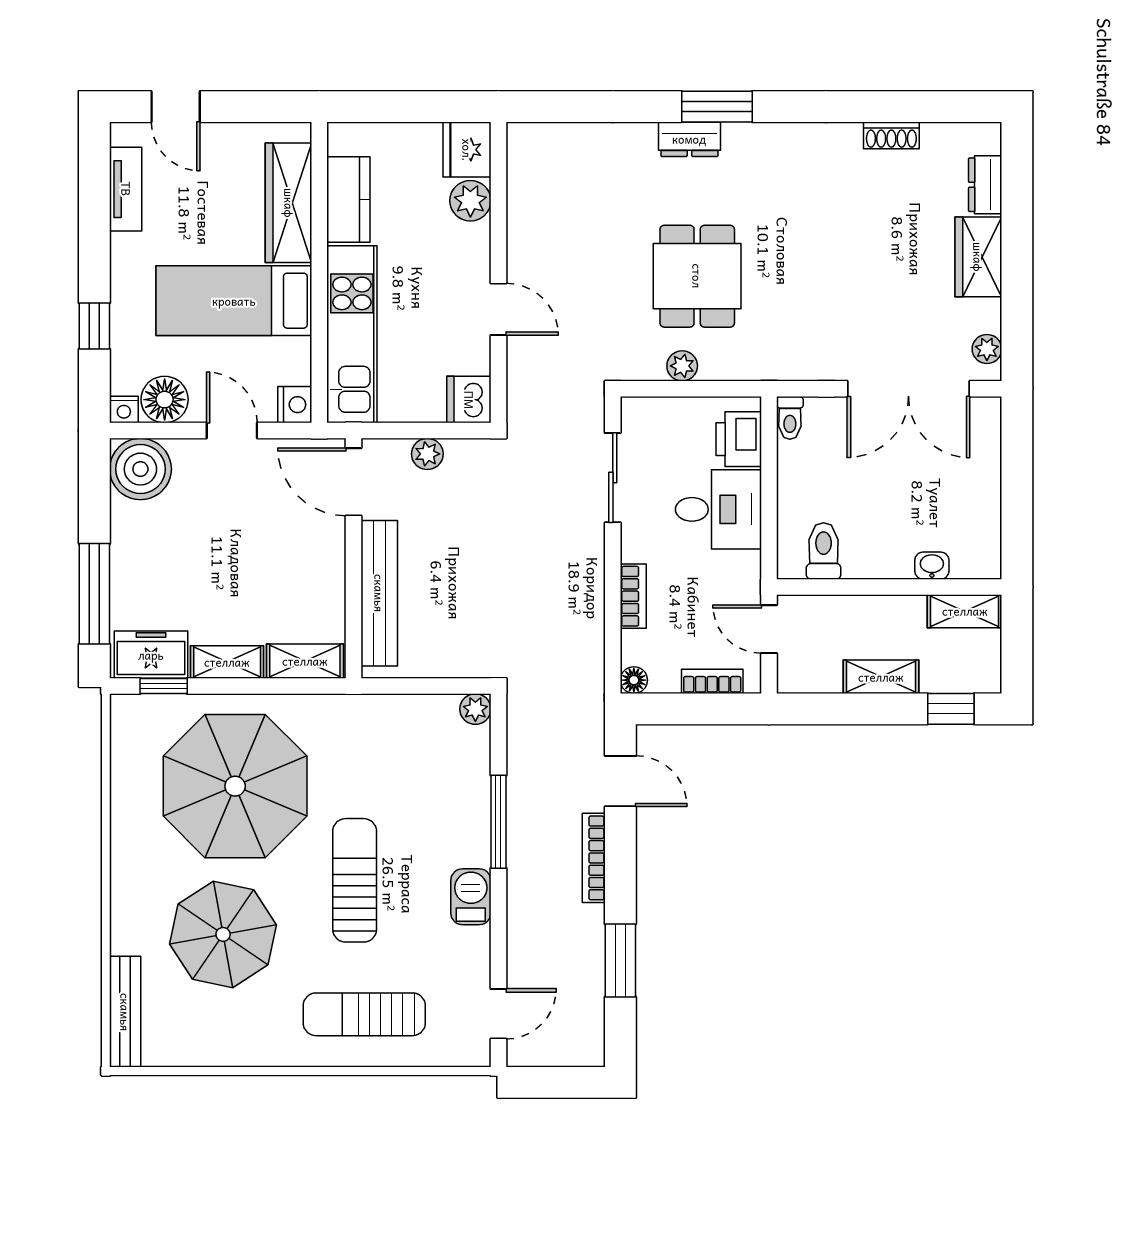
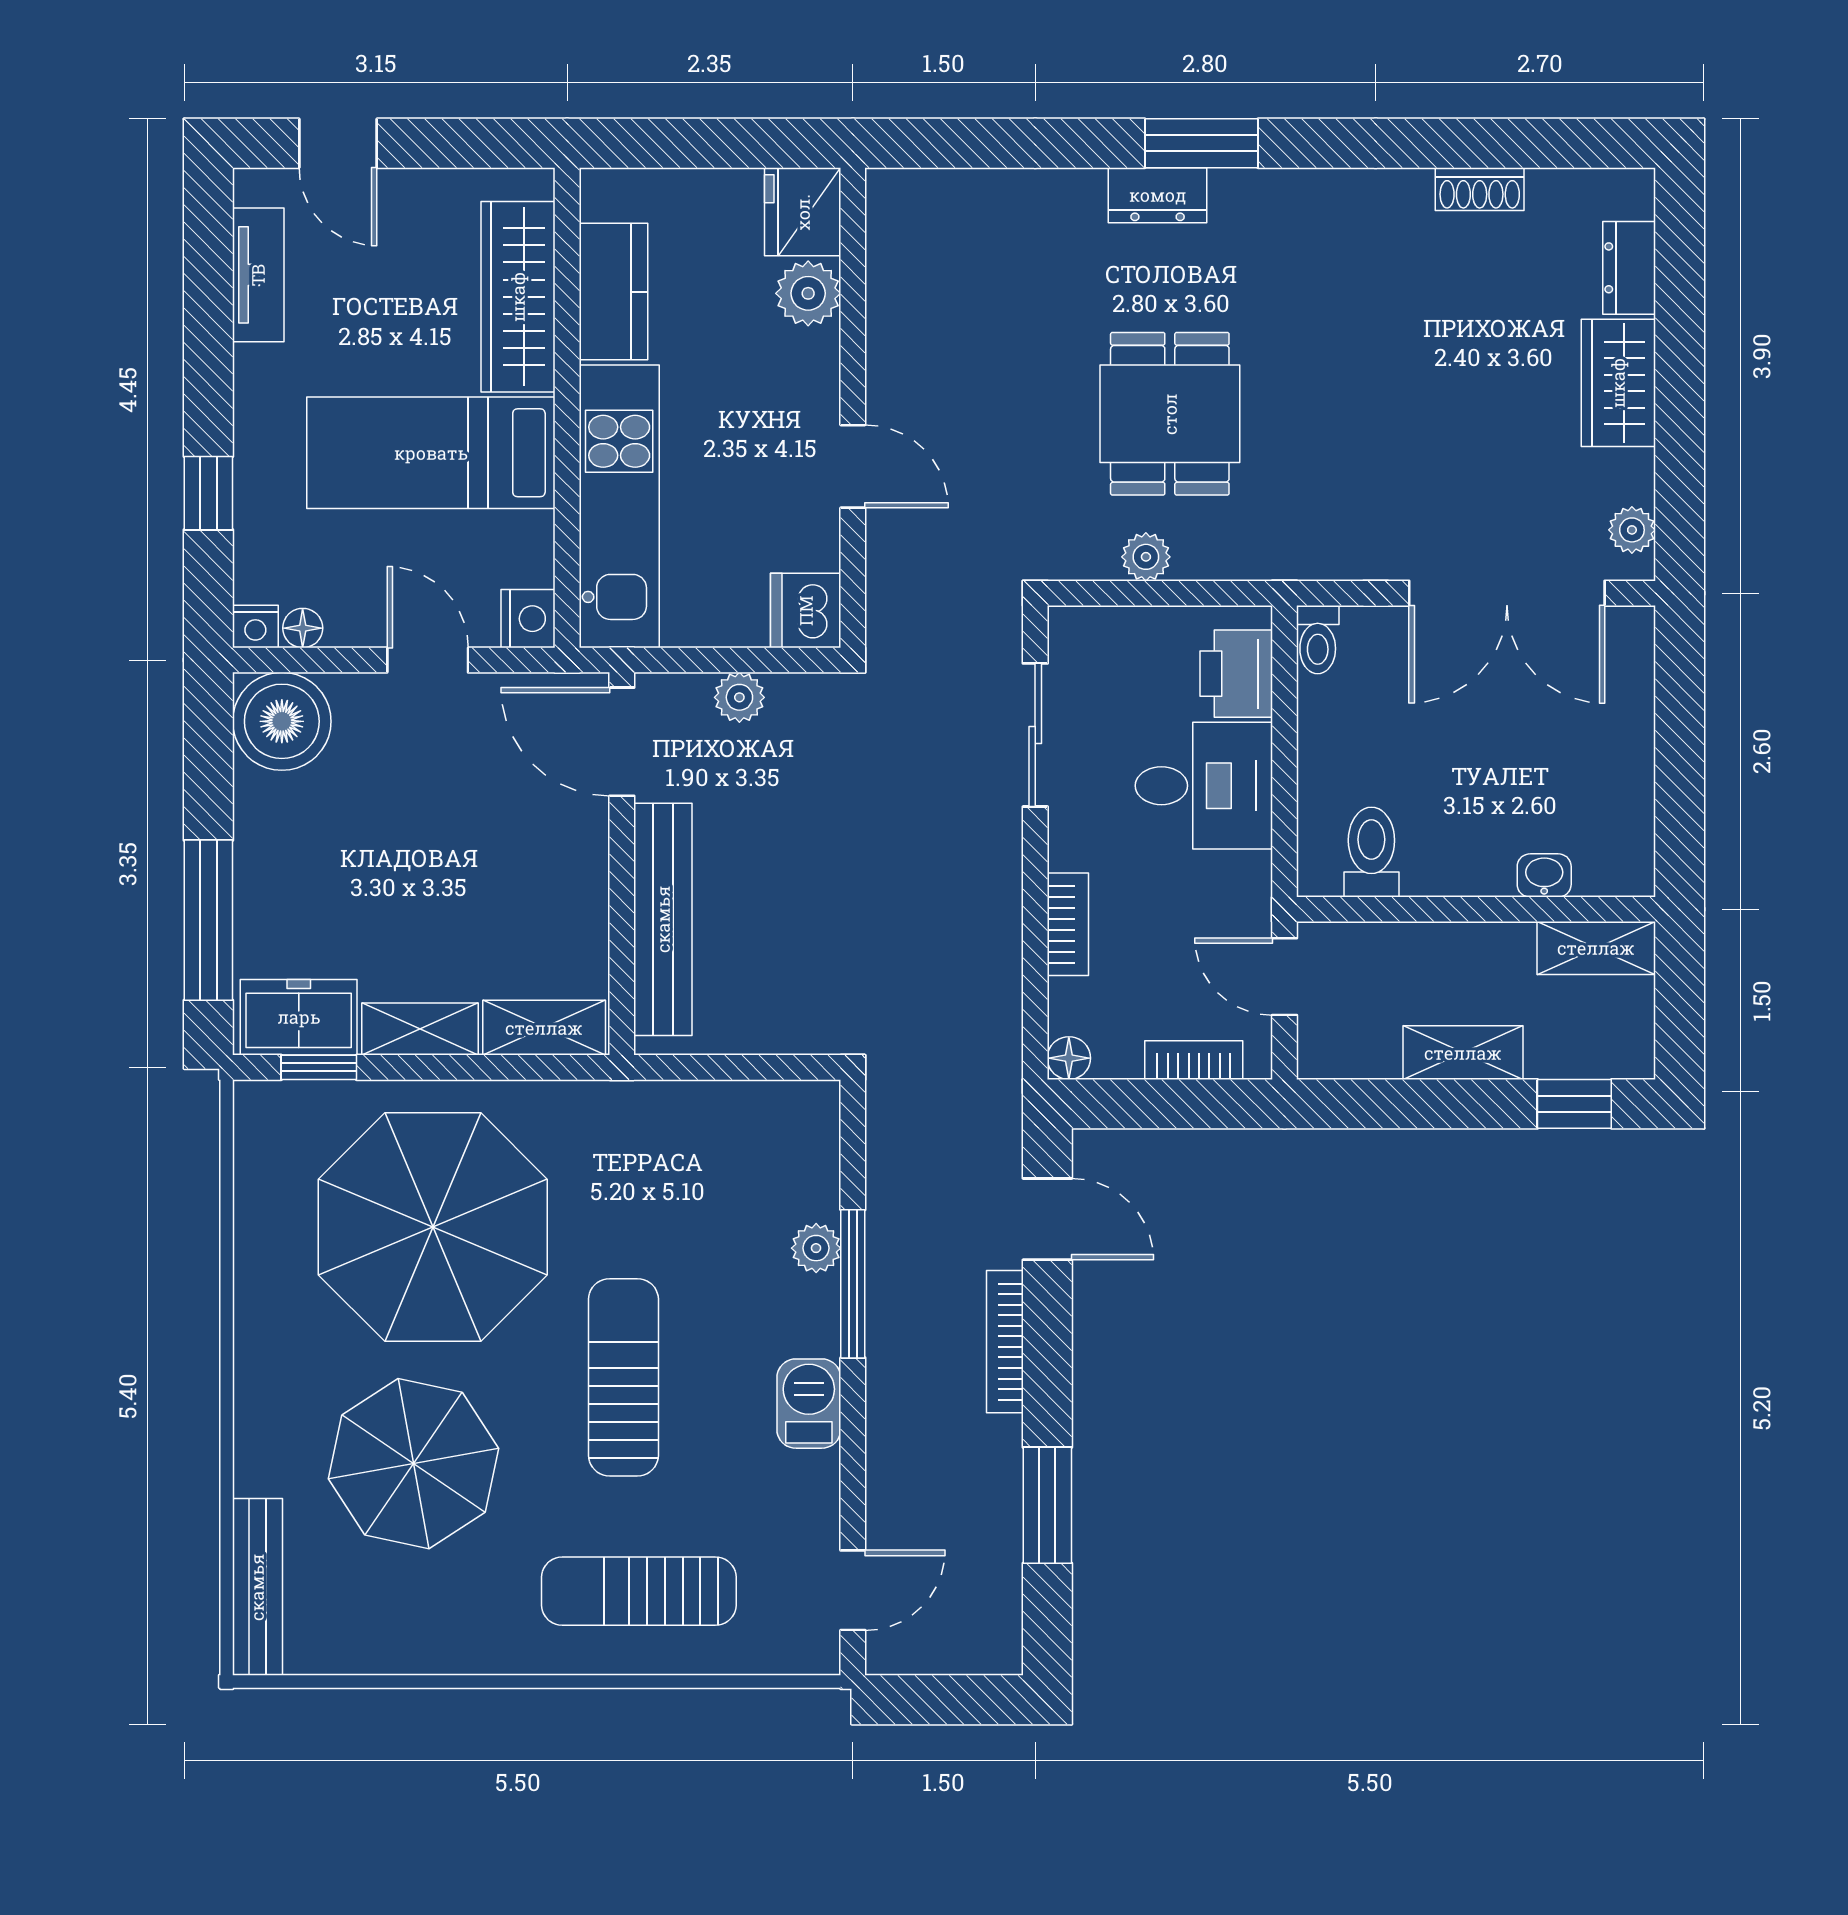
floor lamp: (165, 400) -> (303, 628), width x0.53, depth x0.53
plant: (475, 709) -> (816, 1248), moved

